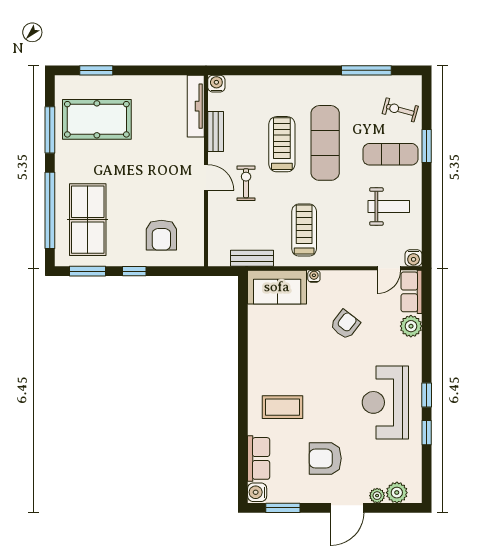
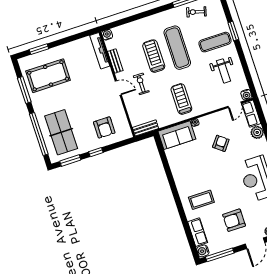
exercise bike: (400, 110) -> (196, 12), moved
weight bench: (389, 207) -> (224, 71), turned 90
bench: (252, 258) -> (146, 128), moved
window: (283, 508) -> (220, 255), width x1.44

